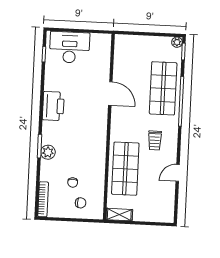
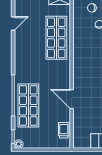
trolley: (155, 140) -> (64, 130), moved
door: (178, 173) -> (13, 24), moved

